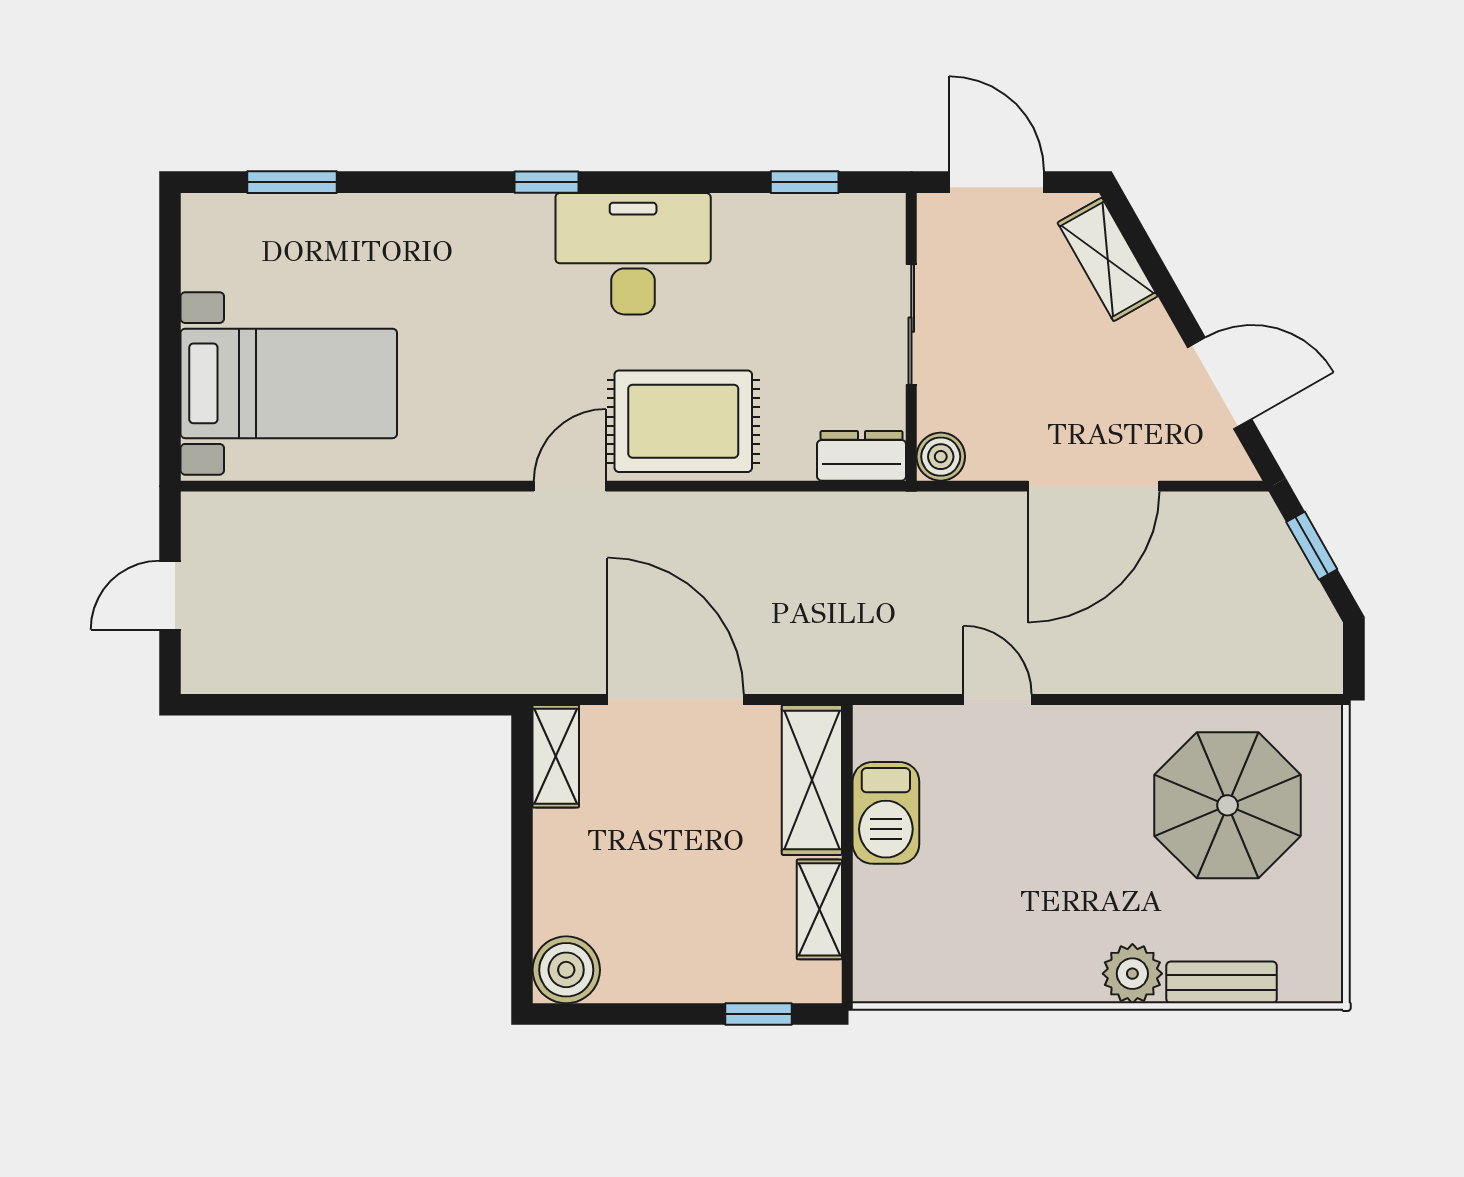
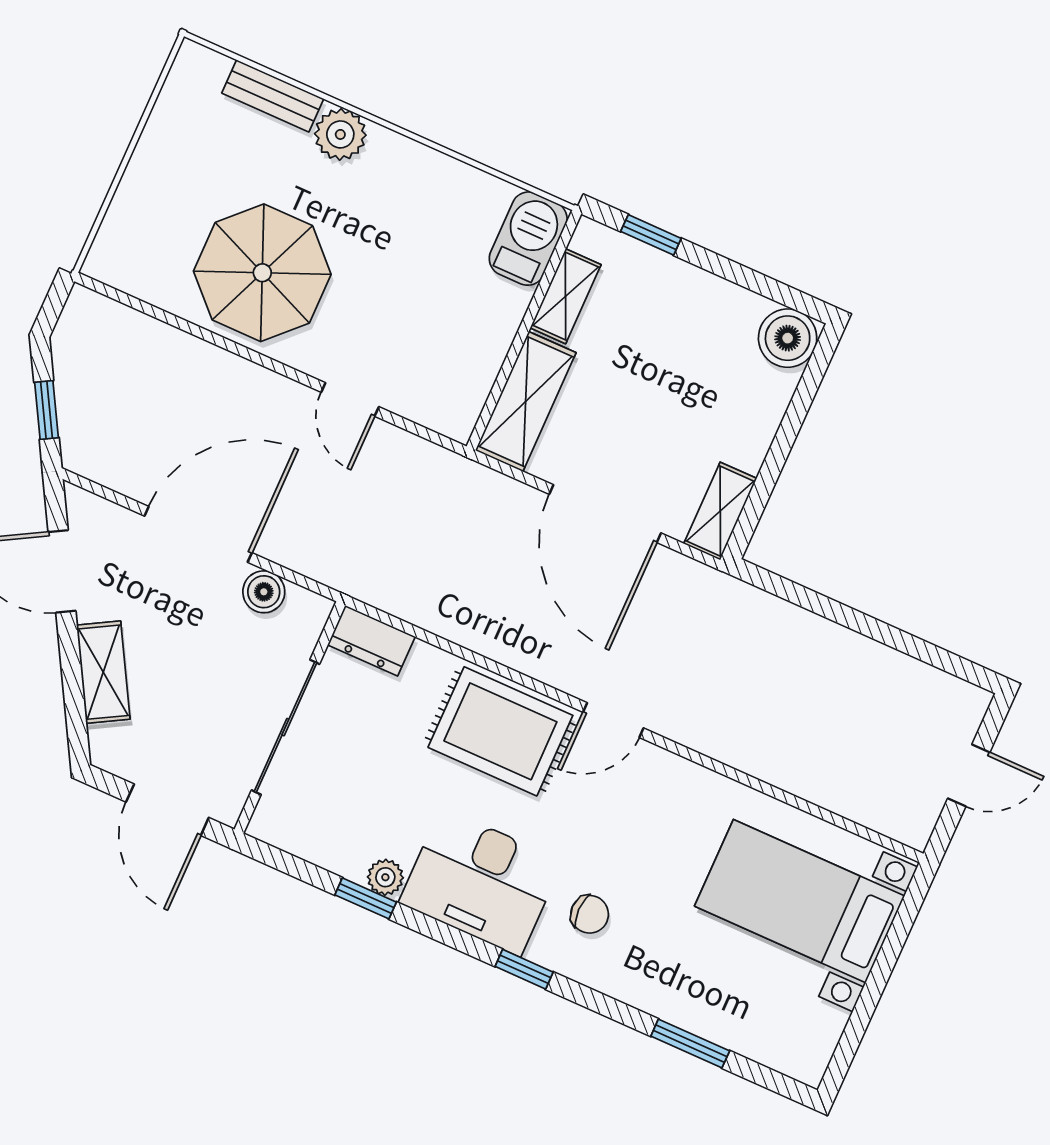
window: (292, 182) -> (690, 1044), moved
window: (805, 182) -> (366, 898), moved
plant: (736, 214) -> (385, 877), added
shelving: (1108, 259) -> (103, 672), moved
chair: (503, 271) -> (590, 914), added
sliding door: (911, 325) -> (285, 727), width x1.37
boiler: (941, 457) -> (264, 592), moved
parasol: (1228, 805) -> (262, 273), moved
barbecue: (886, 813) -> (528, 239), moved

